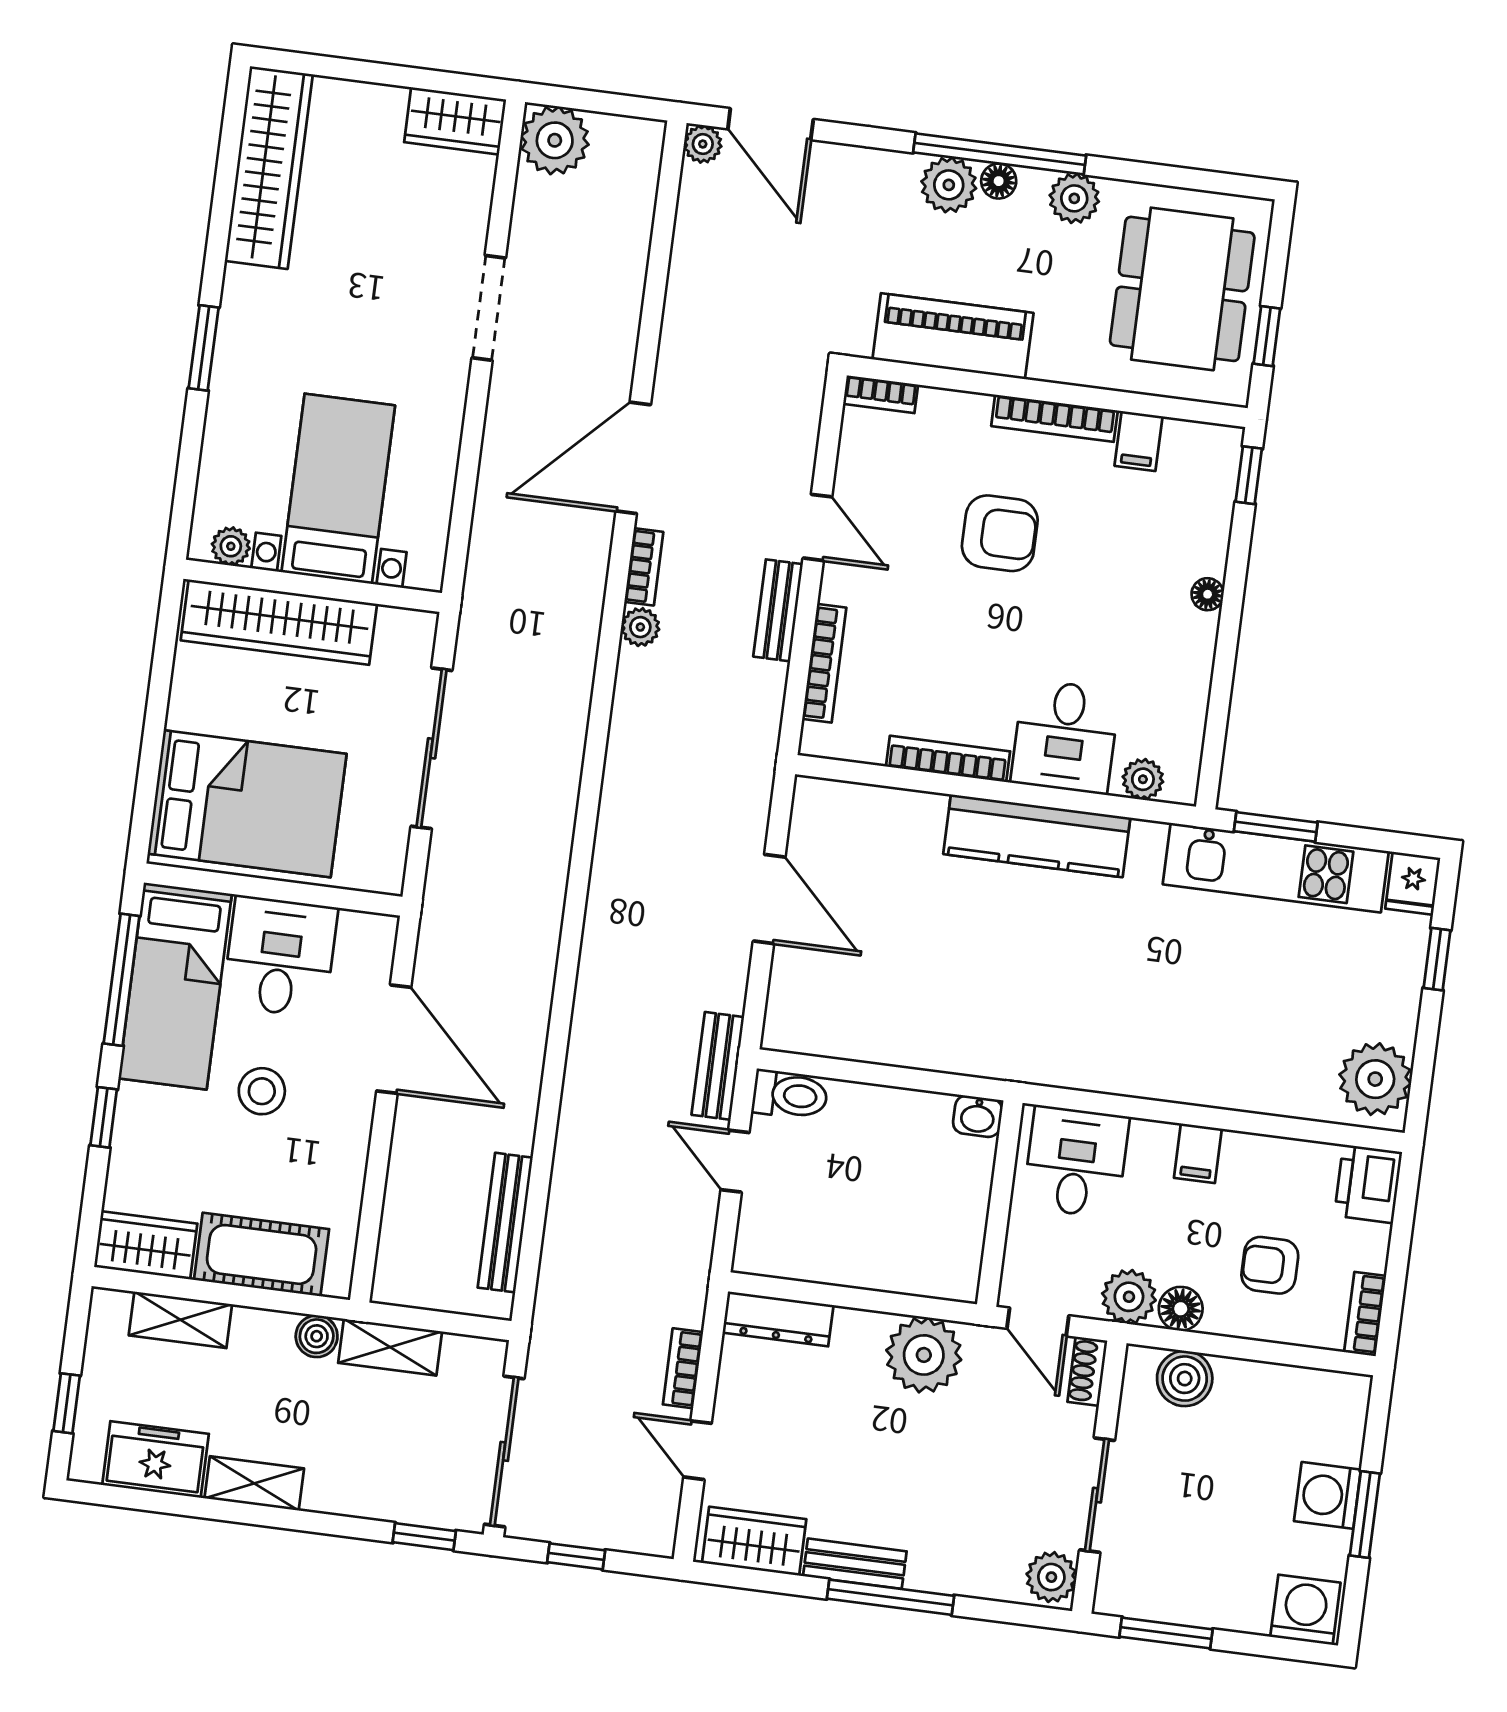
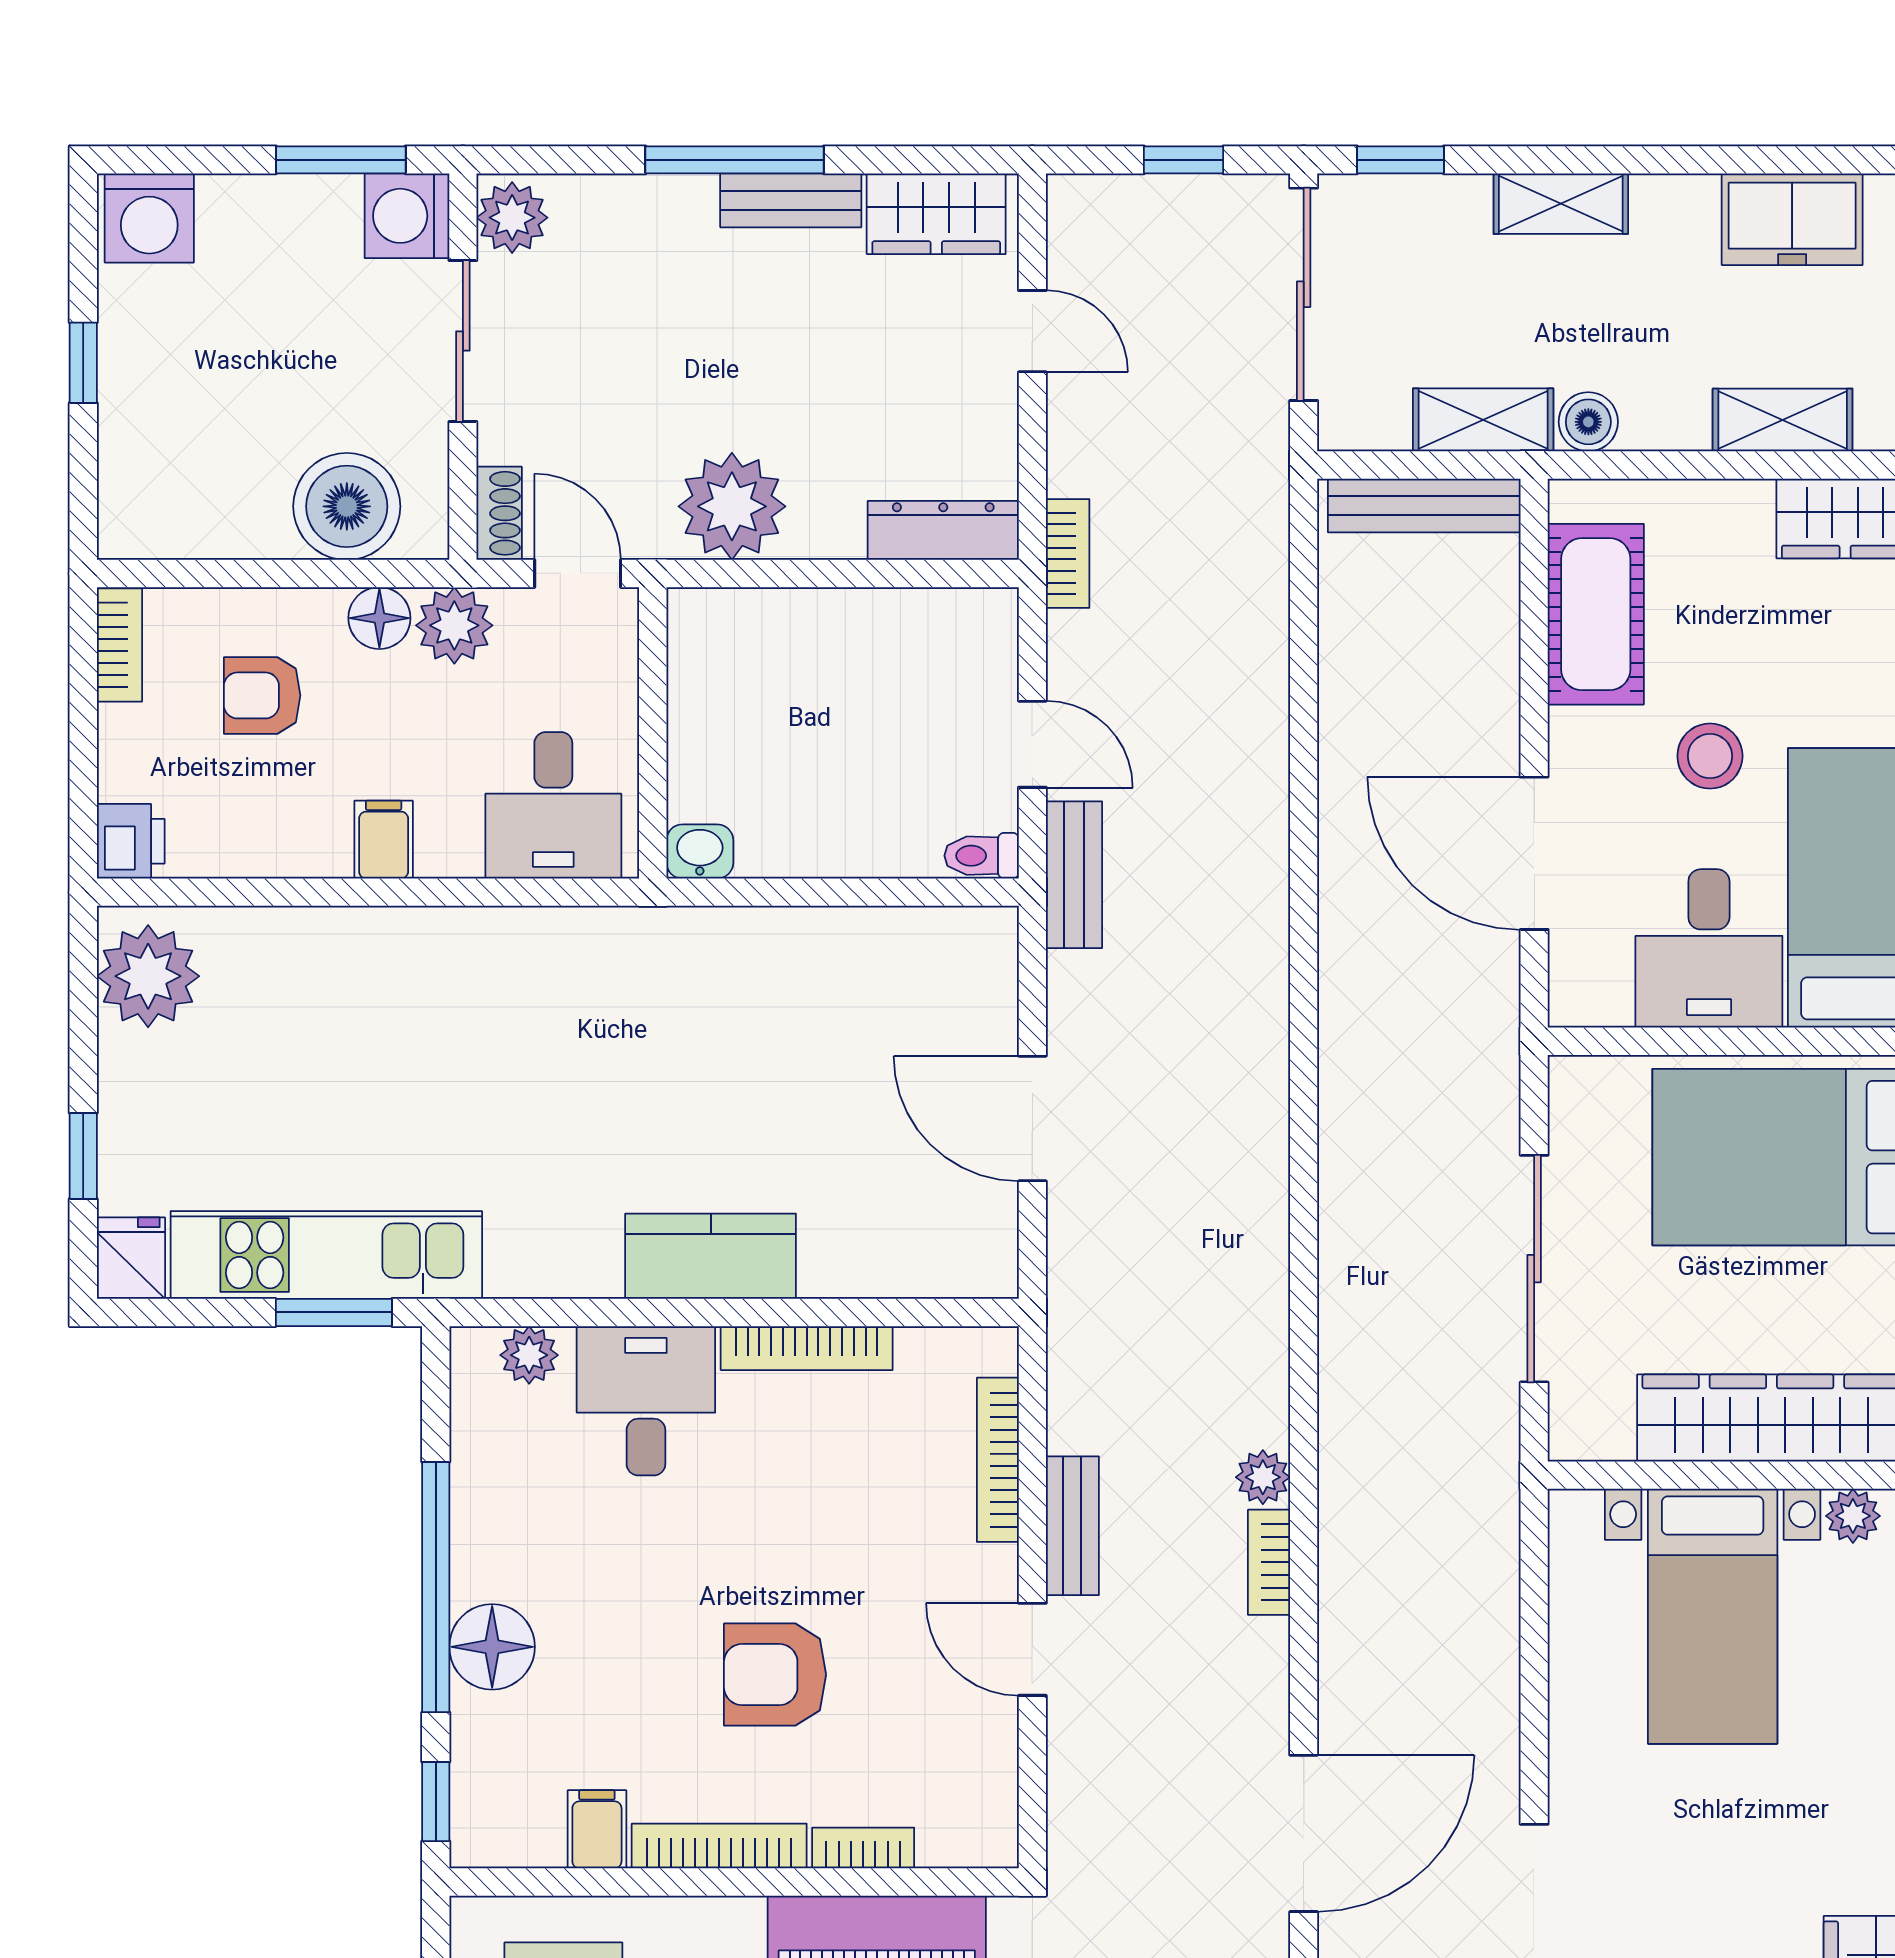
bookcase: (881, 394) -> (863, 1848), moved
door: (633, 458) -> (1304, 1833), moved
floor lamp: (1208, 594) -> (492, 1647), width x1.89, depth x1.89
window: (1229, 625) -> (436, 1587), added
kitchen counter: (1037, 836) -> (711, 1256), width x0.67
toilet: (790, 1095) -> (982, 856), width x0.73, depth x0.72
printer: (1368, 1184) -> (131, 841), width x0.73, depth x0.81
bench: (505, 1223) -> (1424, 506), moved, turned 90
cot: (262, 1254) -> (1596, 614), moved, turned 90
armchair: (1270, 1265) -> (262, 695), turned 180
bookcase: (683, 1368) -> (1068, 554), moved
boiler: (1185, 1379) -> (347, 506), width x1.37, depth x1.37
shelving: (254, 1483) -> (1561, 204), moved
washing machine: (1327, 1495) -> (407, 216), moved, turned 180
window: (1365, 1514) -> (83, 363), width x0.67

